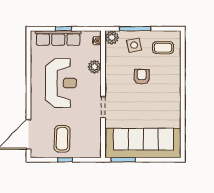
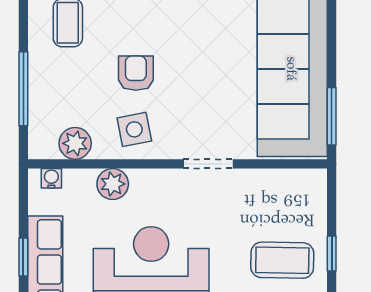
plant: (112, 37) -> (75, 143), moved
side table: (134, 45) -> (134, 129), moved
armchair: (142, 77) -> (136, 73), turned 90

